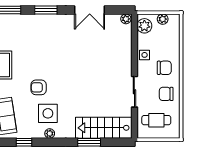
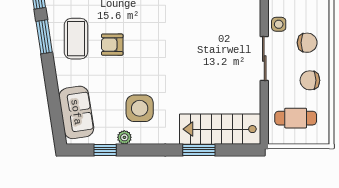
armchair: (39, 87) -> (112, 45), moved
sliding door: (134, 92) -> (264, 59), moved
plant: (50, 134) -> (124, 137), moved

